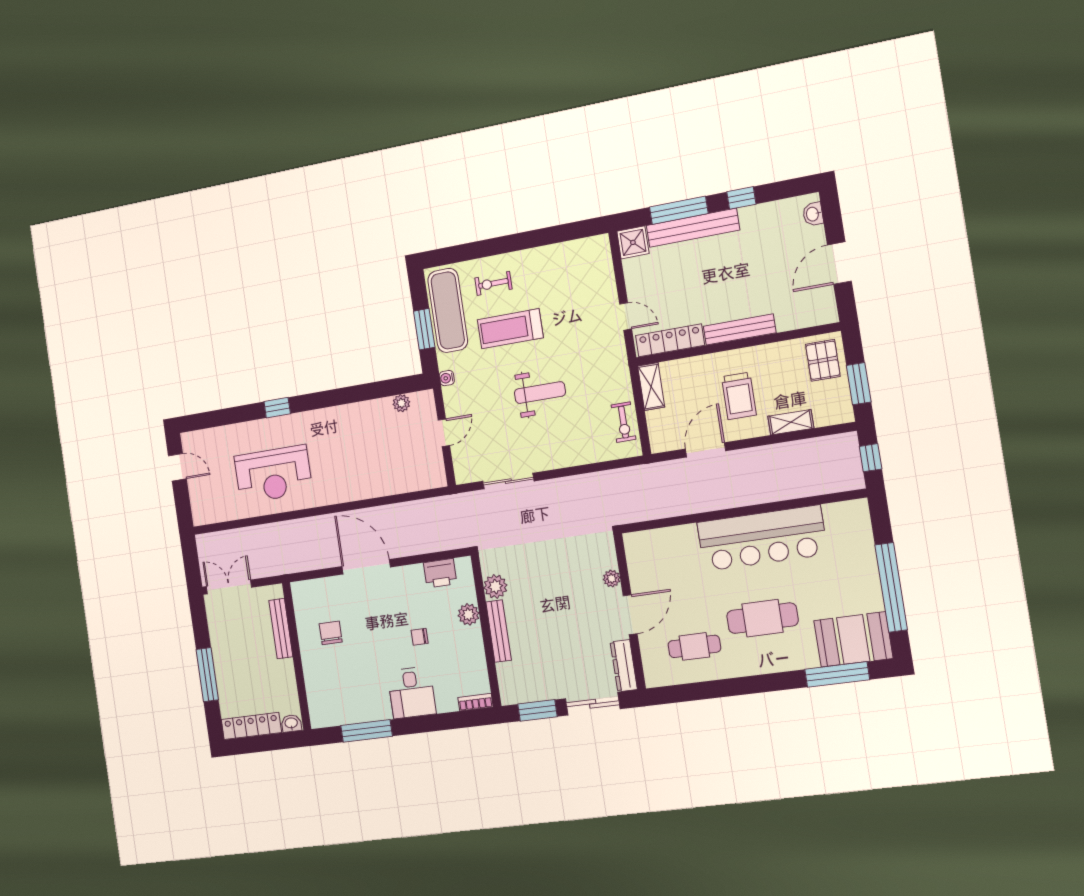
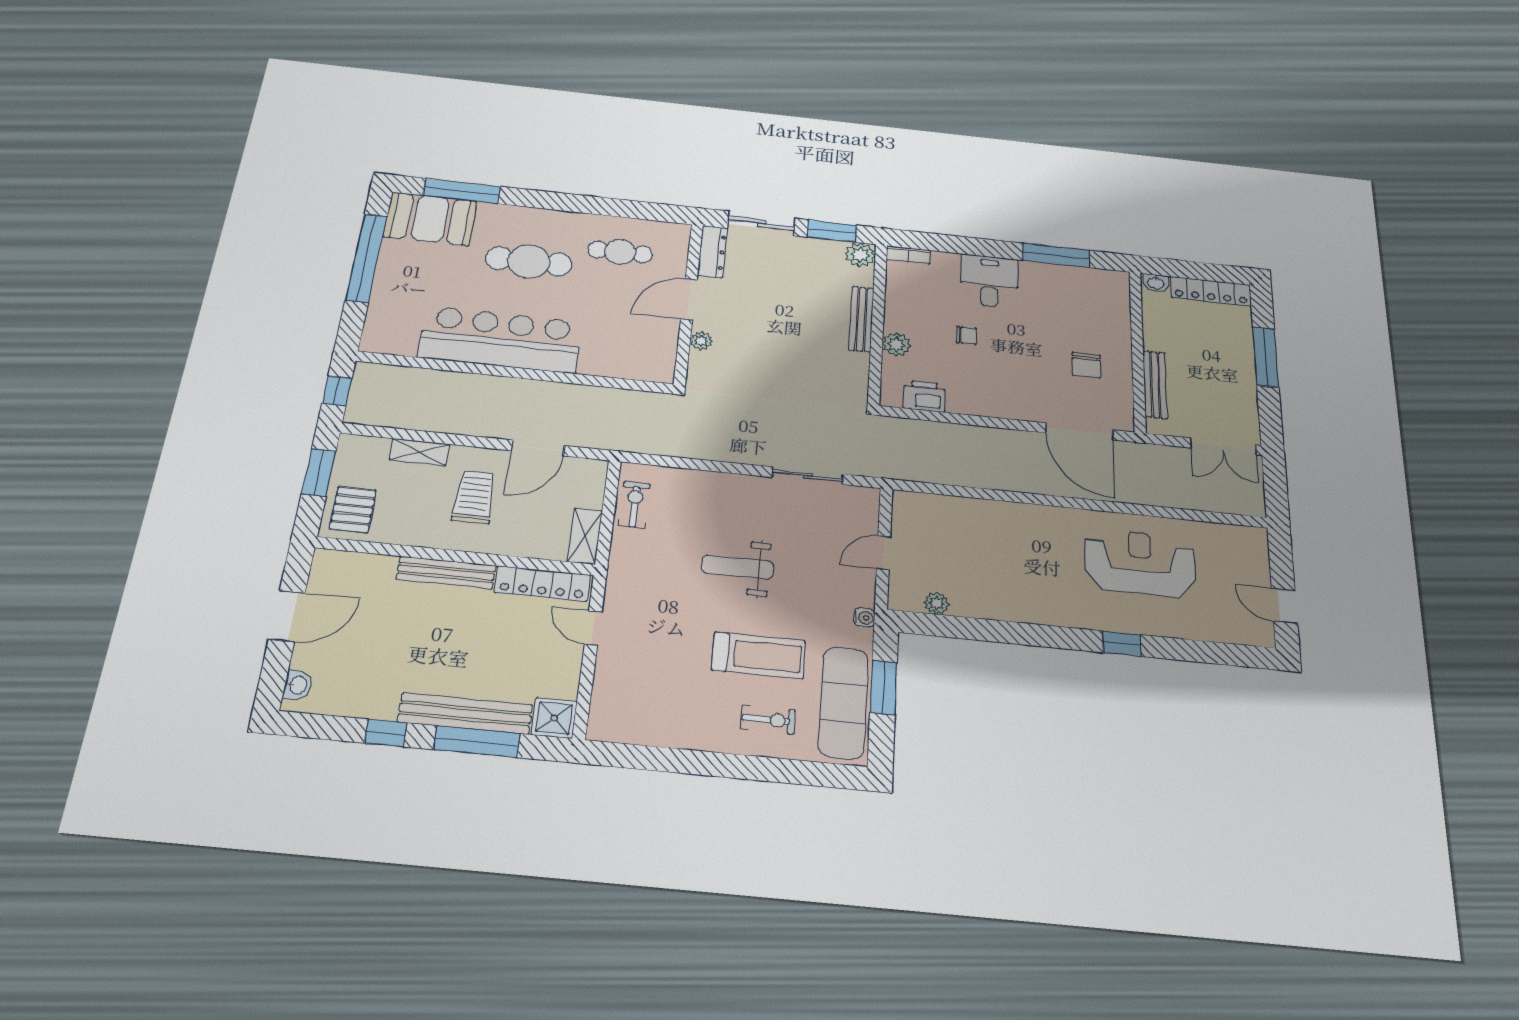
door: (366, 567) -> (1079, 431), moved
plant: (495, 587) -> (860, 255), moved

